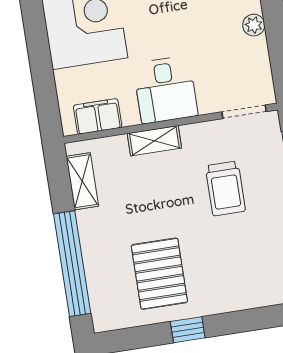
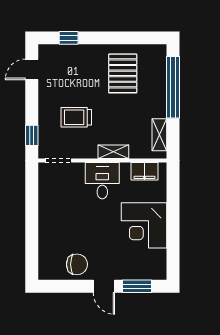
plant: (254, 25) -> (45, 210), removed
trolley: (225, 188) -> (76, 117), turned -90
window: (188, 330) -> (69, 38), moved

